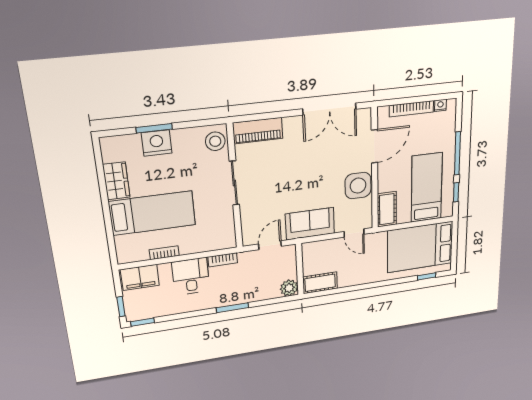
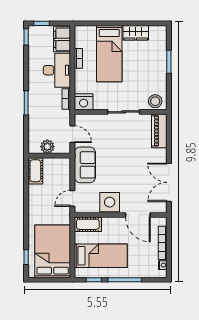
nightstand: (157, 143) -> (84, 102), moved, turned 90
desk: (191, 276) -> (57, 70), width x1.37
plant: (289, 288) -> (47, 147), moved

